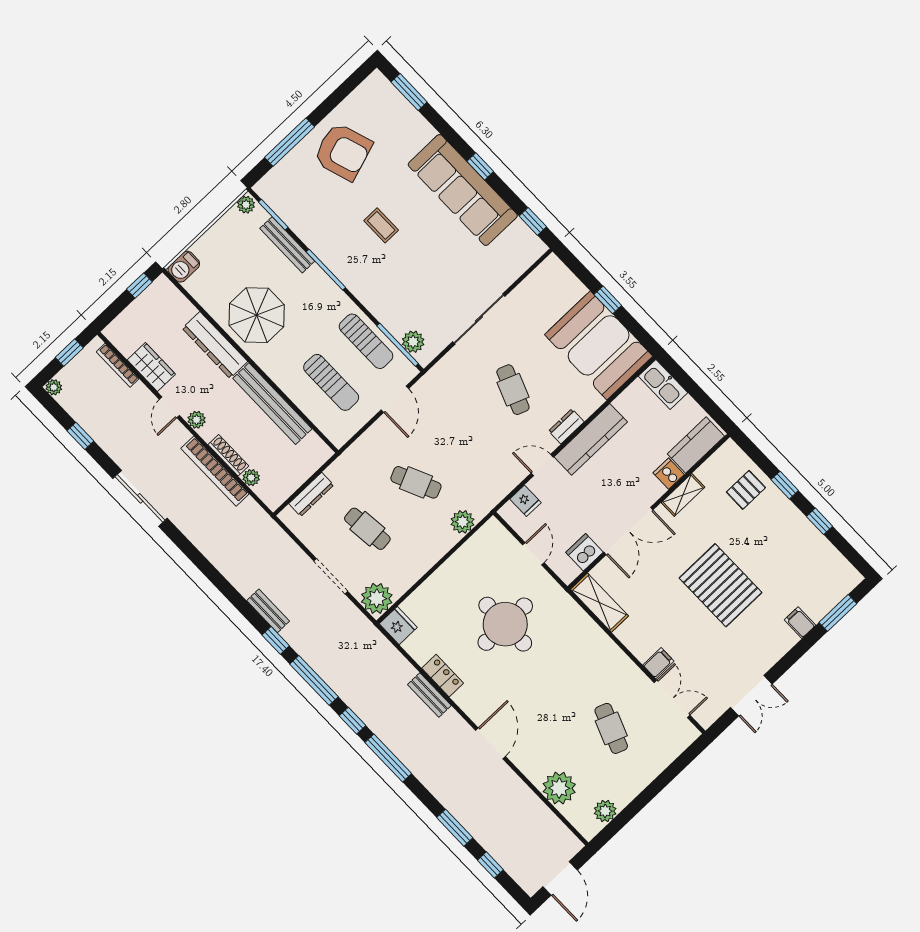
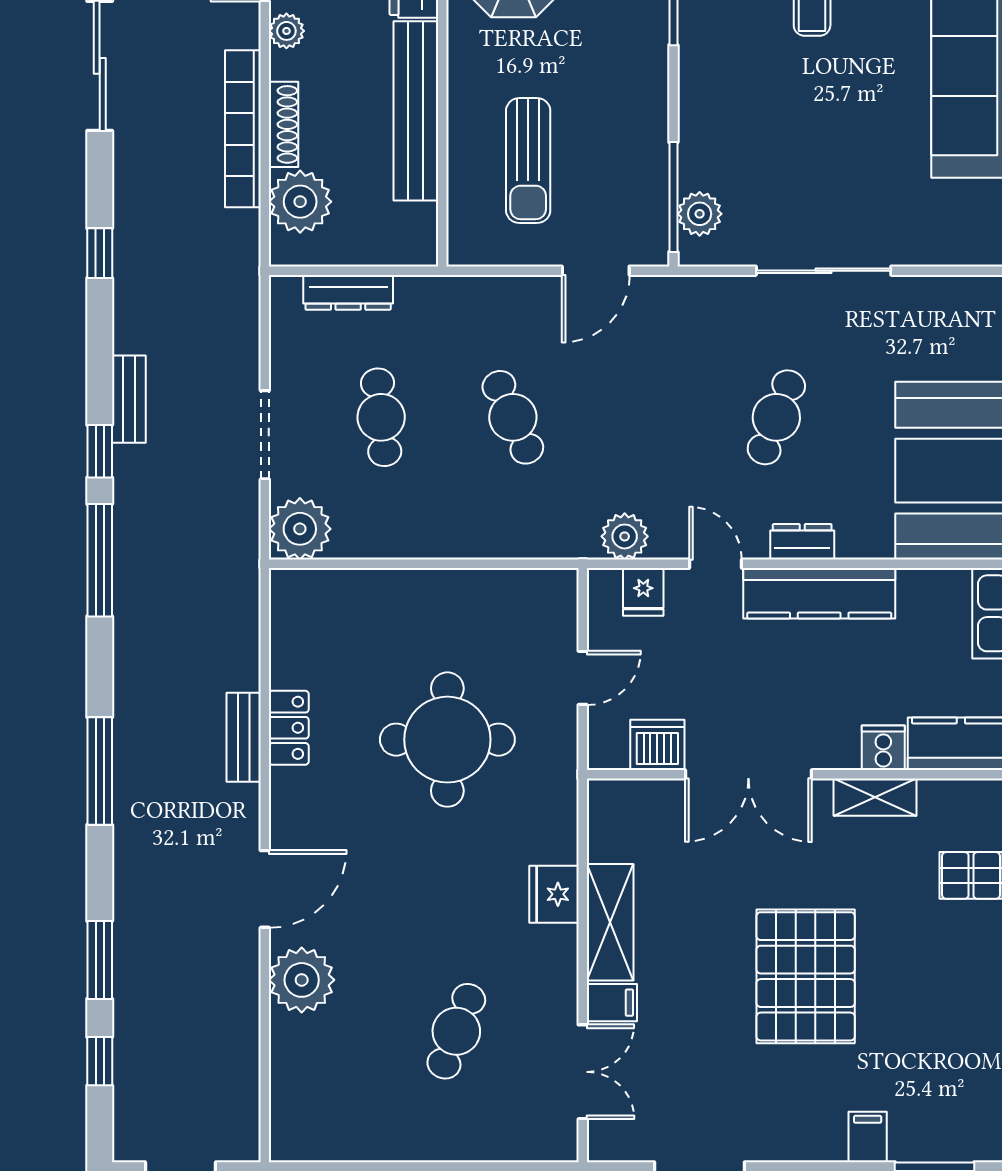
sun lounger: (366, 341) -> (633, 149), removed
plant: (251, 478) -> (300, 202), width x1.88, depth x1.88
plant: (463, 522) -> (625, 536), moved
shelving: (599, 603) -> (610, 922), moved
fridge: (398, 626) -> (554, 894), moved, turned 180
window: (352, 721) -> (100, 253), moved
plant: (559, 788) -> (302, 980), moved
plant: (605, 811) -> (336, 1140), removed

